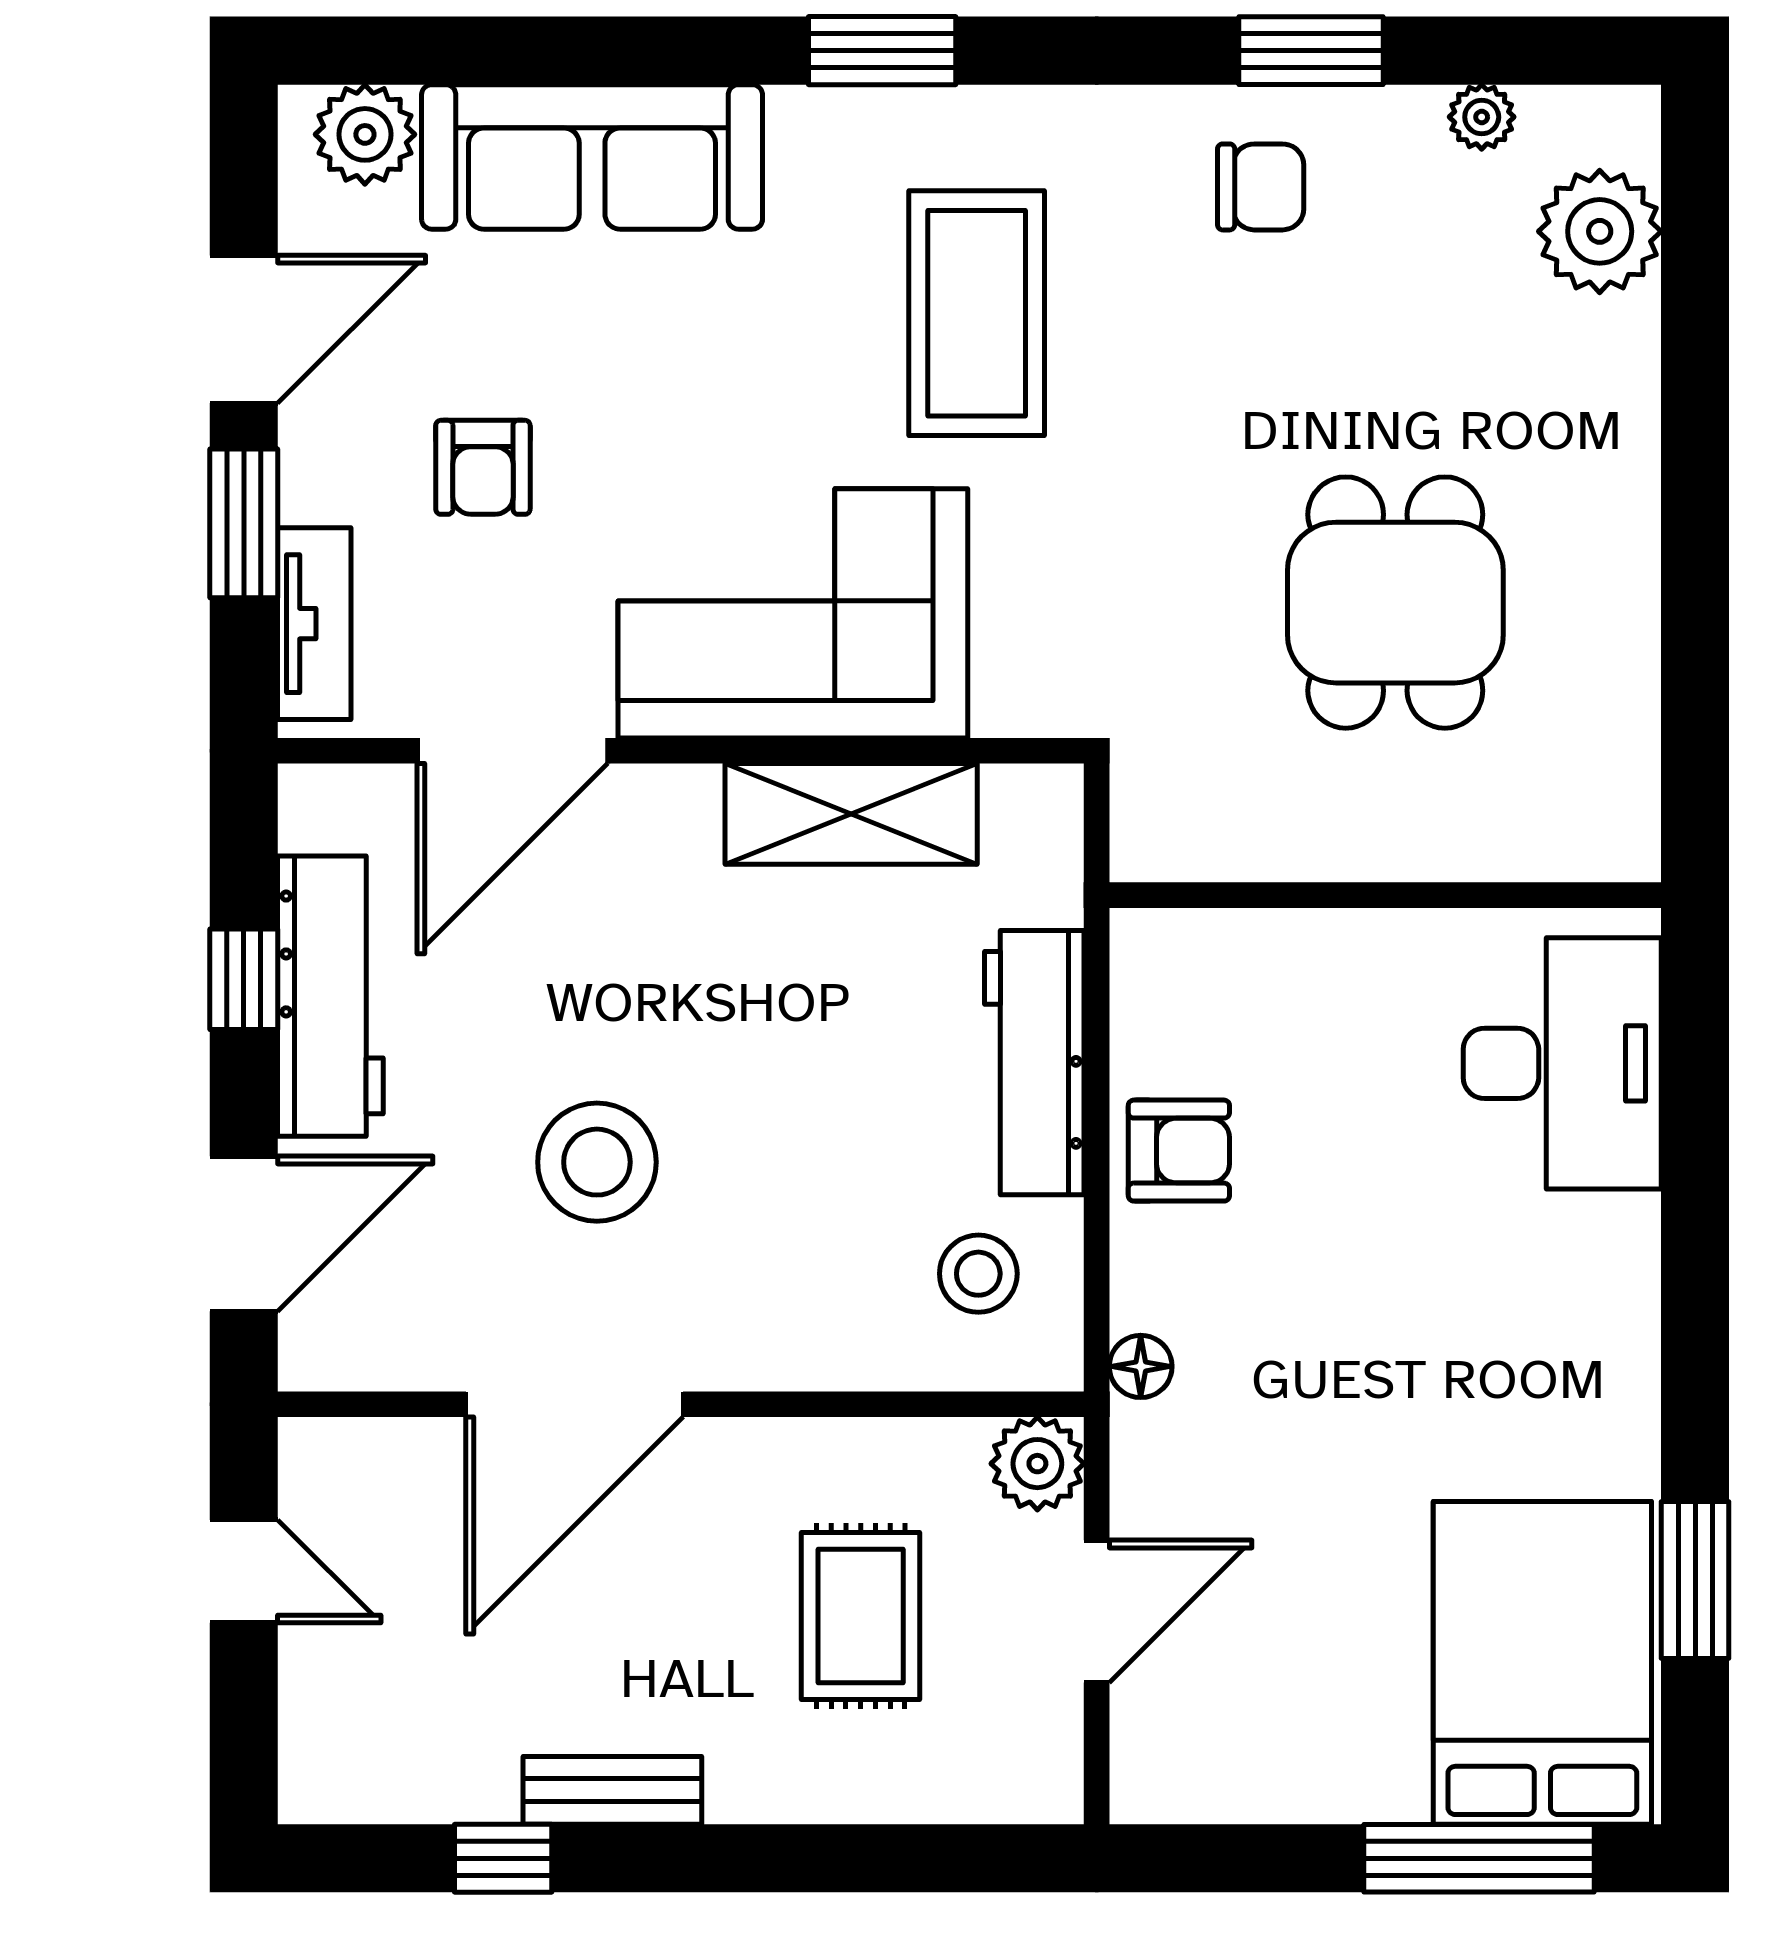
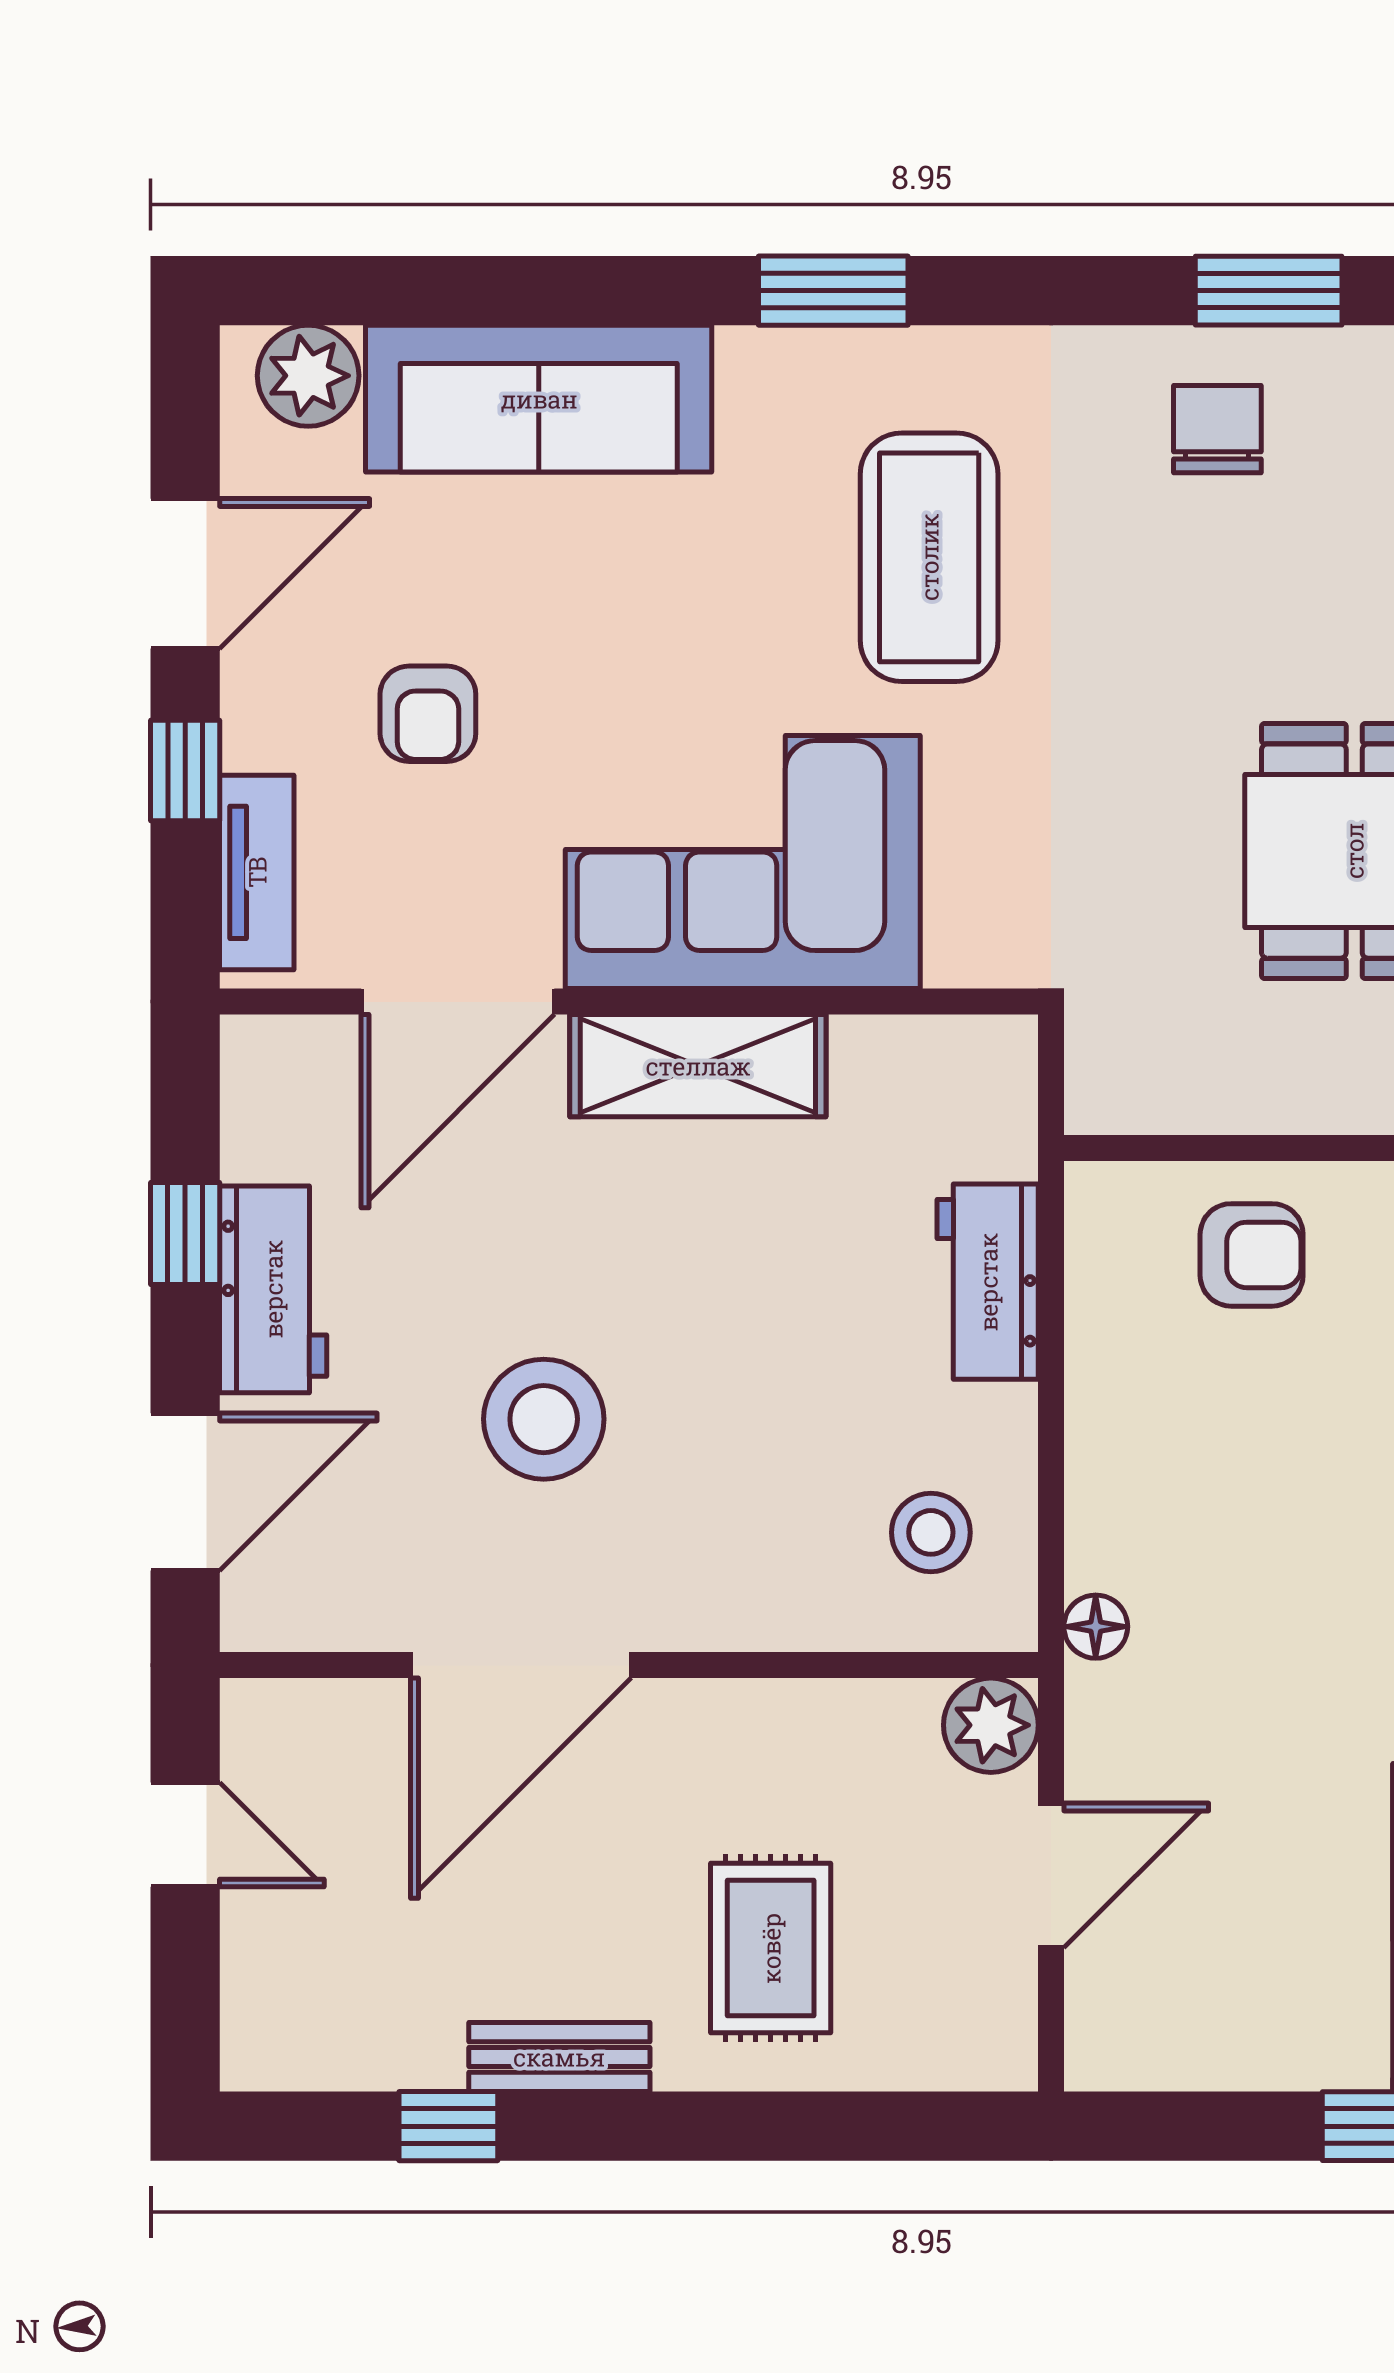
chair: (1261, 187) -> (1217, 429), turned -90
window: (244, 523) -> (185, 771), width x0.67
shelving: (851, 814) -> (698, 1066), moved
workbench: (330, 996) -> (273, 1289), width x0.73
workbench: (1034, 1063) -> (988, 1282), width x0.73
armchair: (1179, 1151) -> (1252, 1255), moved
rug: (861, 1616) -> (771, 1948), moved

